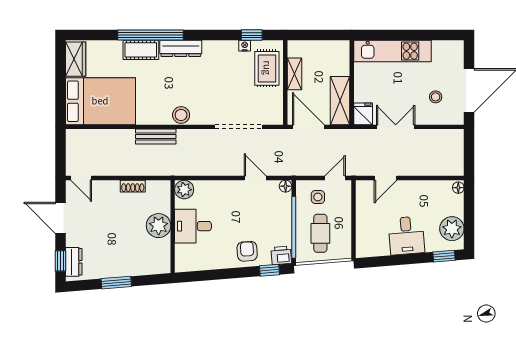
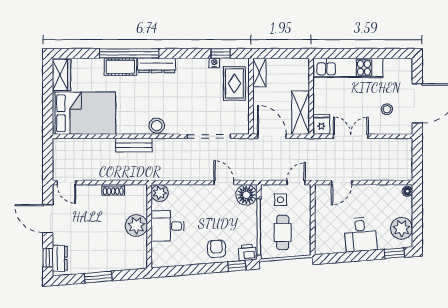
shelving: (295, 74) -> (259, 72), moved
floor lamp: (286, 186) -> (246, 195), width x1.89, depth x1.89

